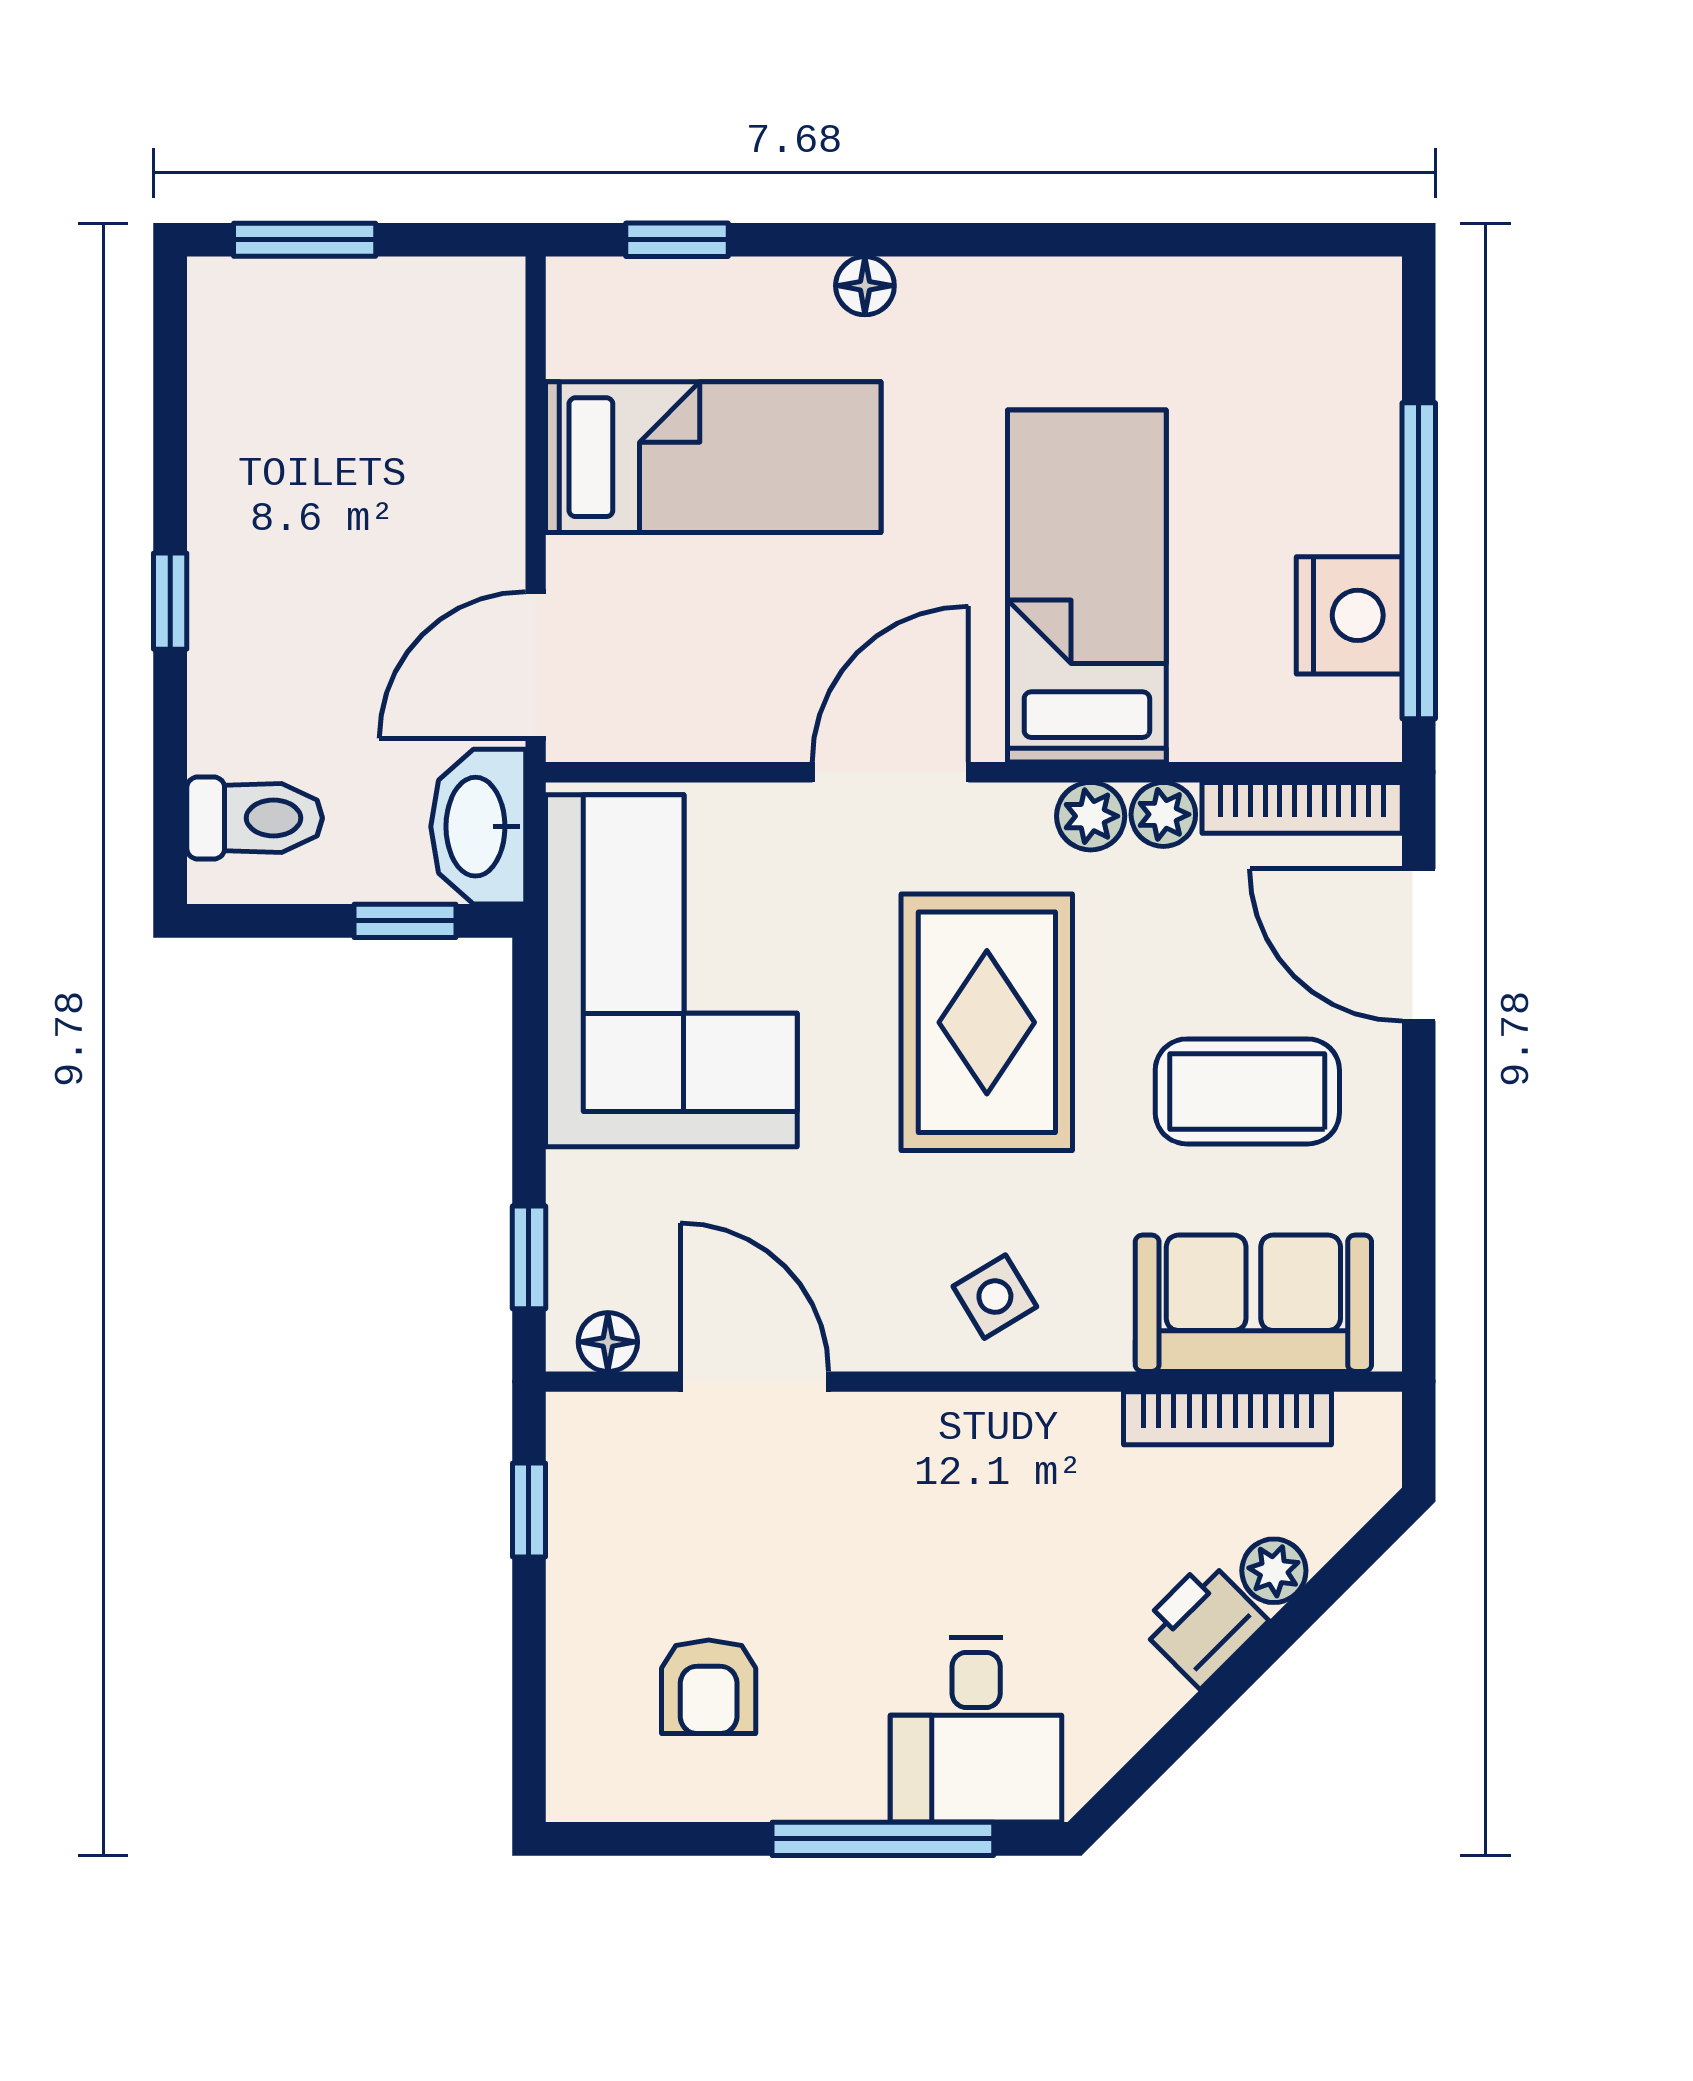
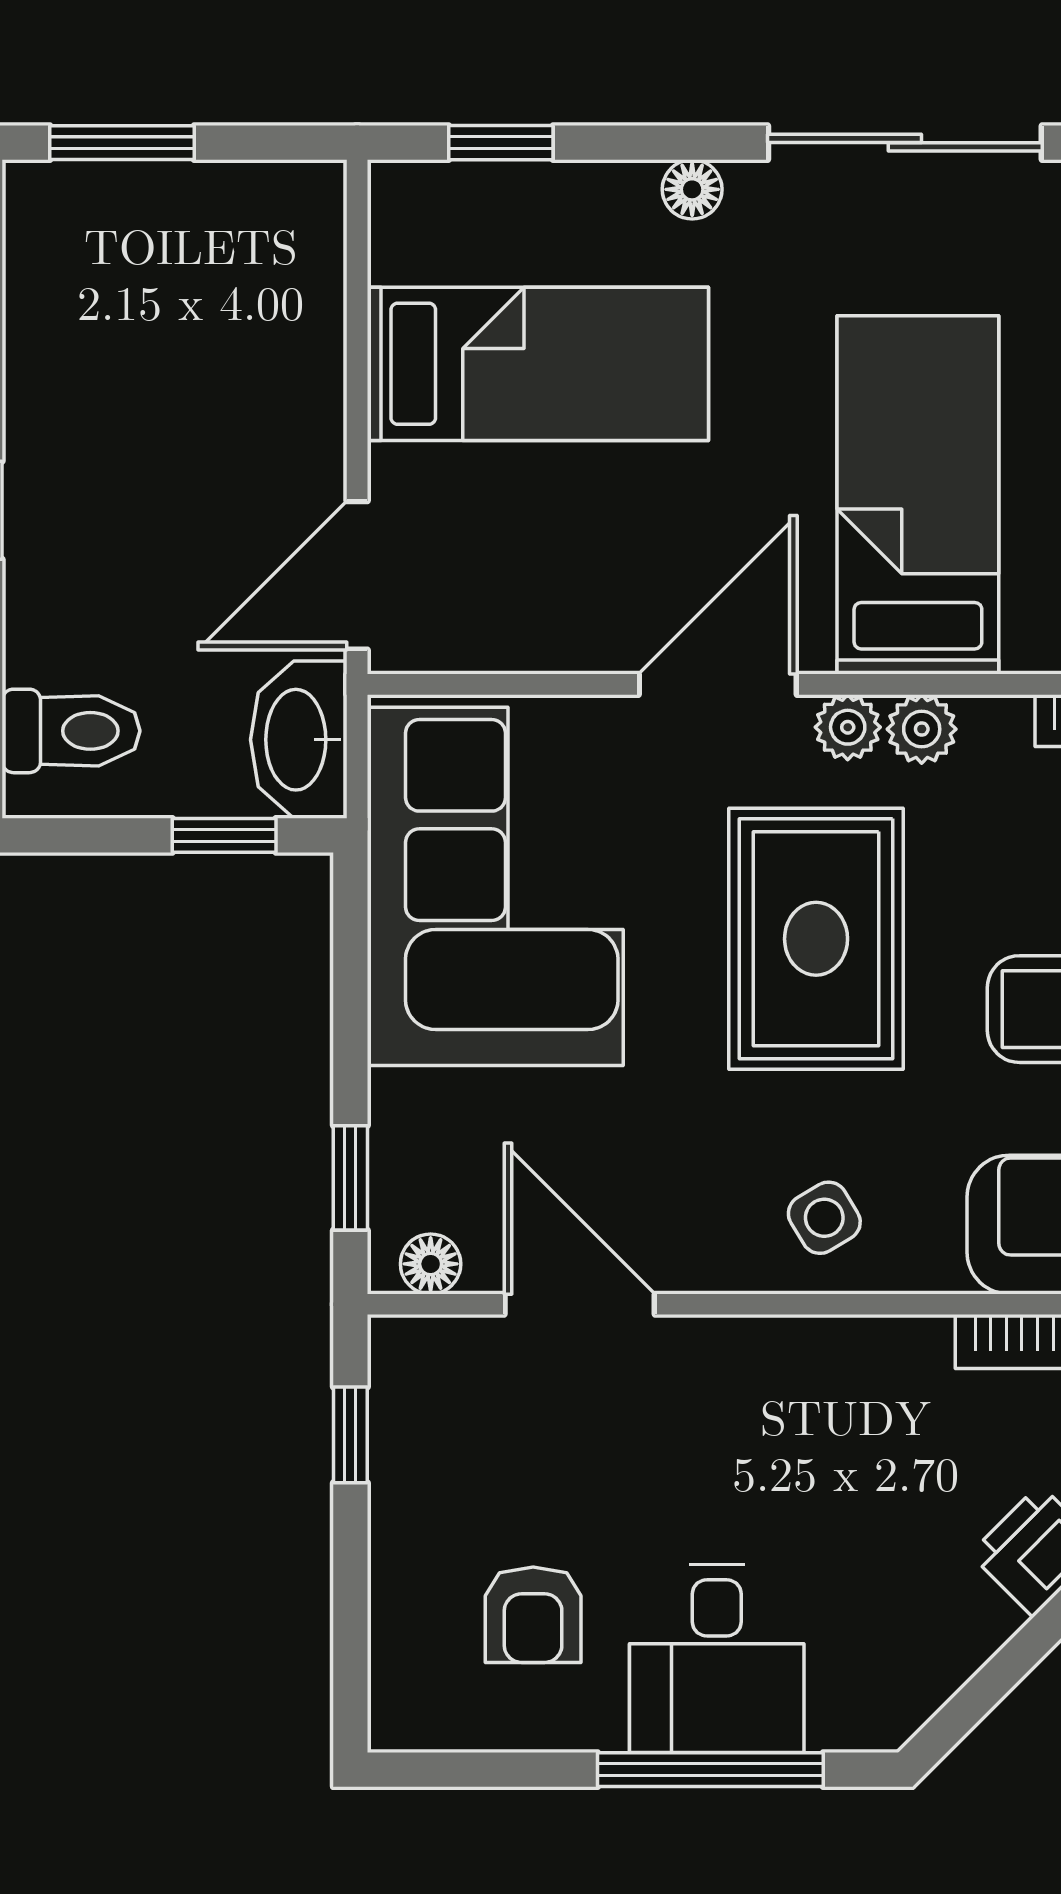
sliding door: (1074, 240) -> (905, 143), added
plant: (1163, 814) -> (848, 727), moved
desk: (976, 1730) -> (717, 1659), moved

